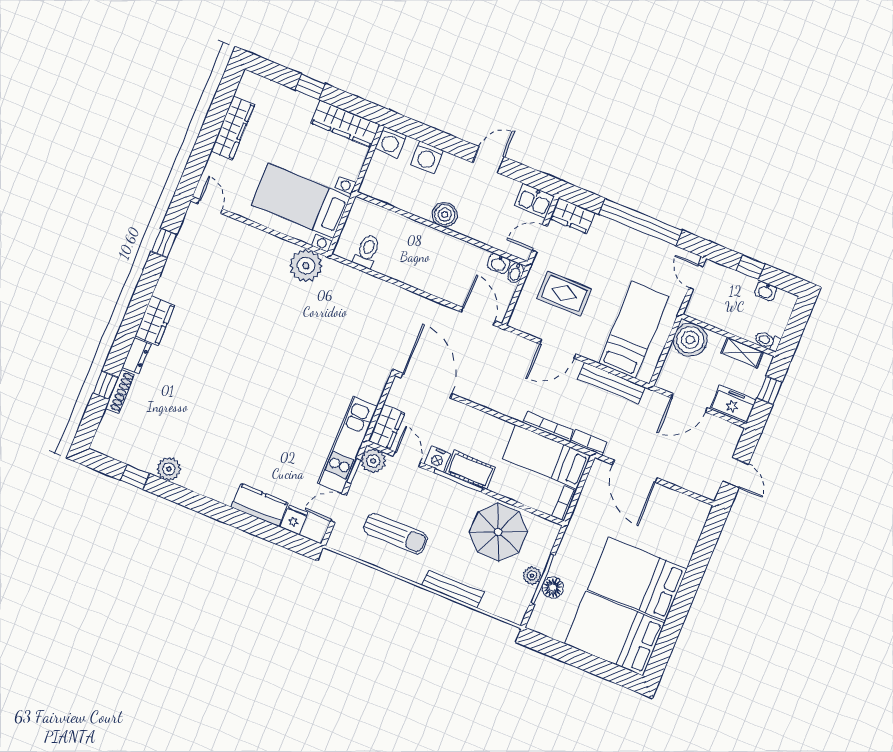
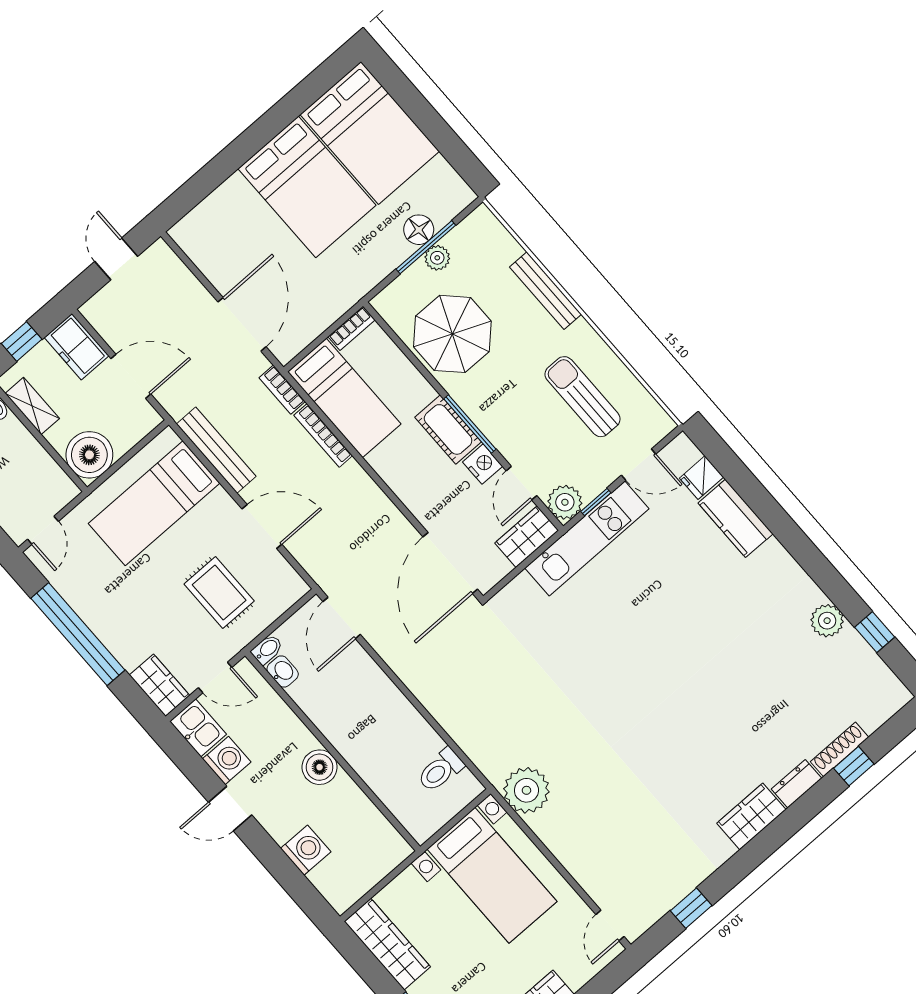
washing machine: (391, 142) -> (227, 760), moved

